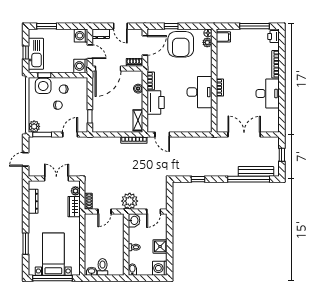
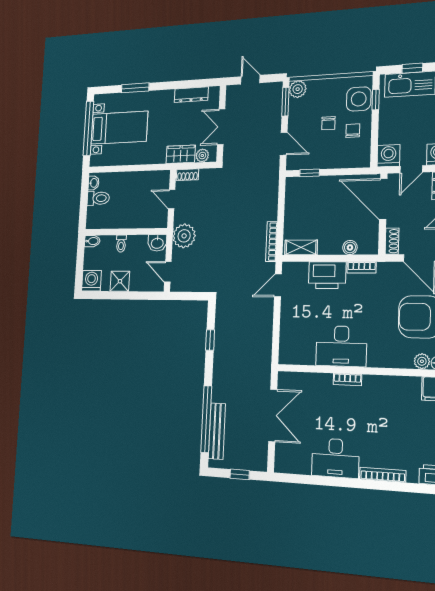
double door: (56, 178) -> (221, 127), swing flipped

